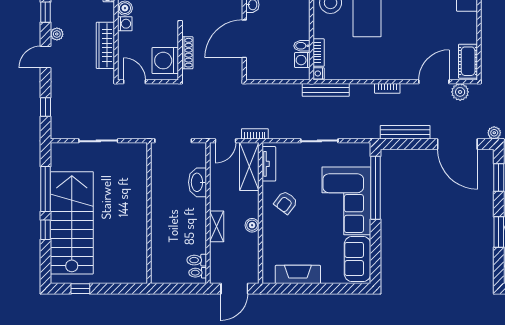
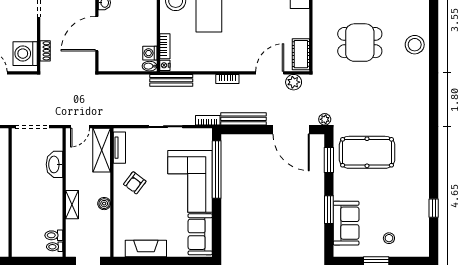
bidet: (302, 46) -> (150, 66), moved
shoe rack: (187, 53) -> (45, 51), width x0.70
bookcase: (255, 134) -> (208, 120), moved

